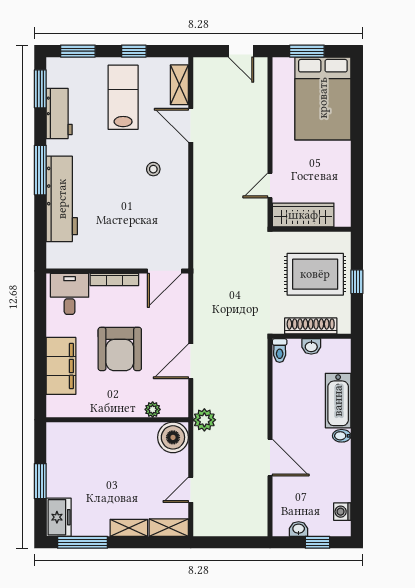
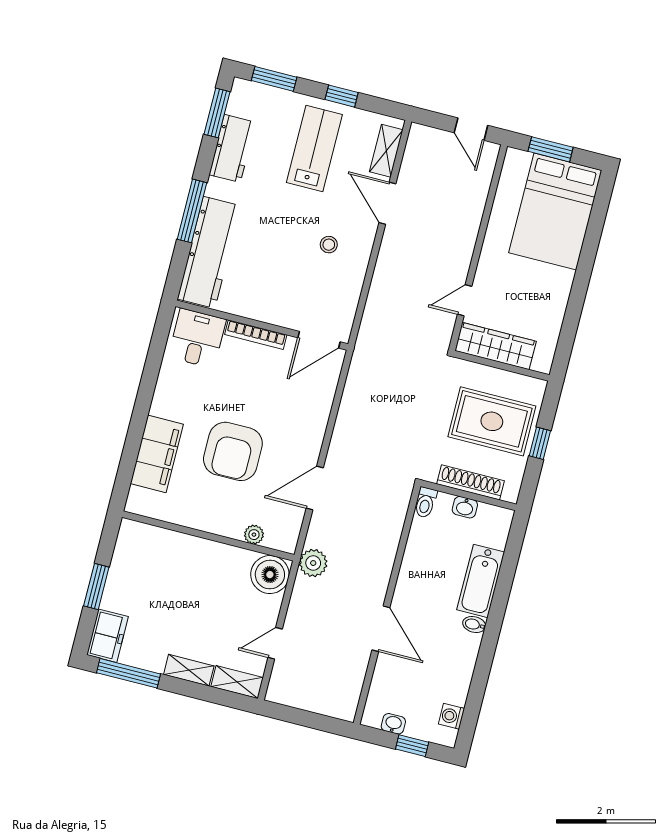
wall: (117, 271) -> (262, 325), moved
door: (165, 271) -> (319, 340), moved
bookcase: (114, 279) -> (256, 335), moved
desk: (70, 294) -> (197, 338), moved

